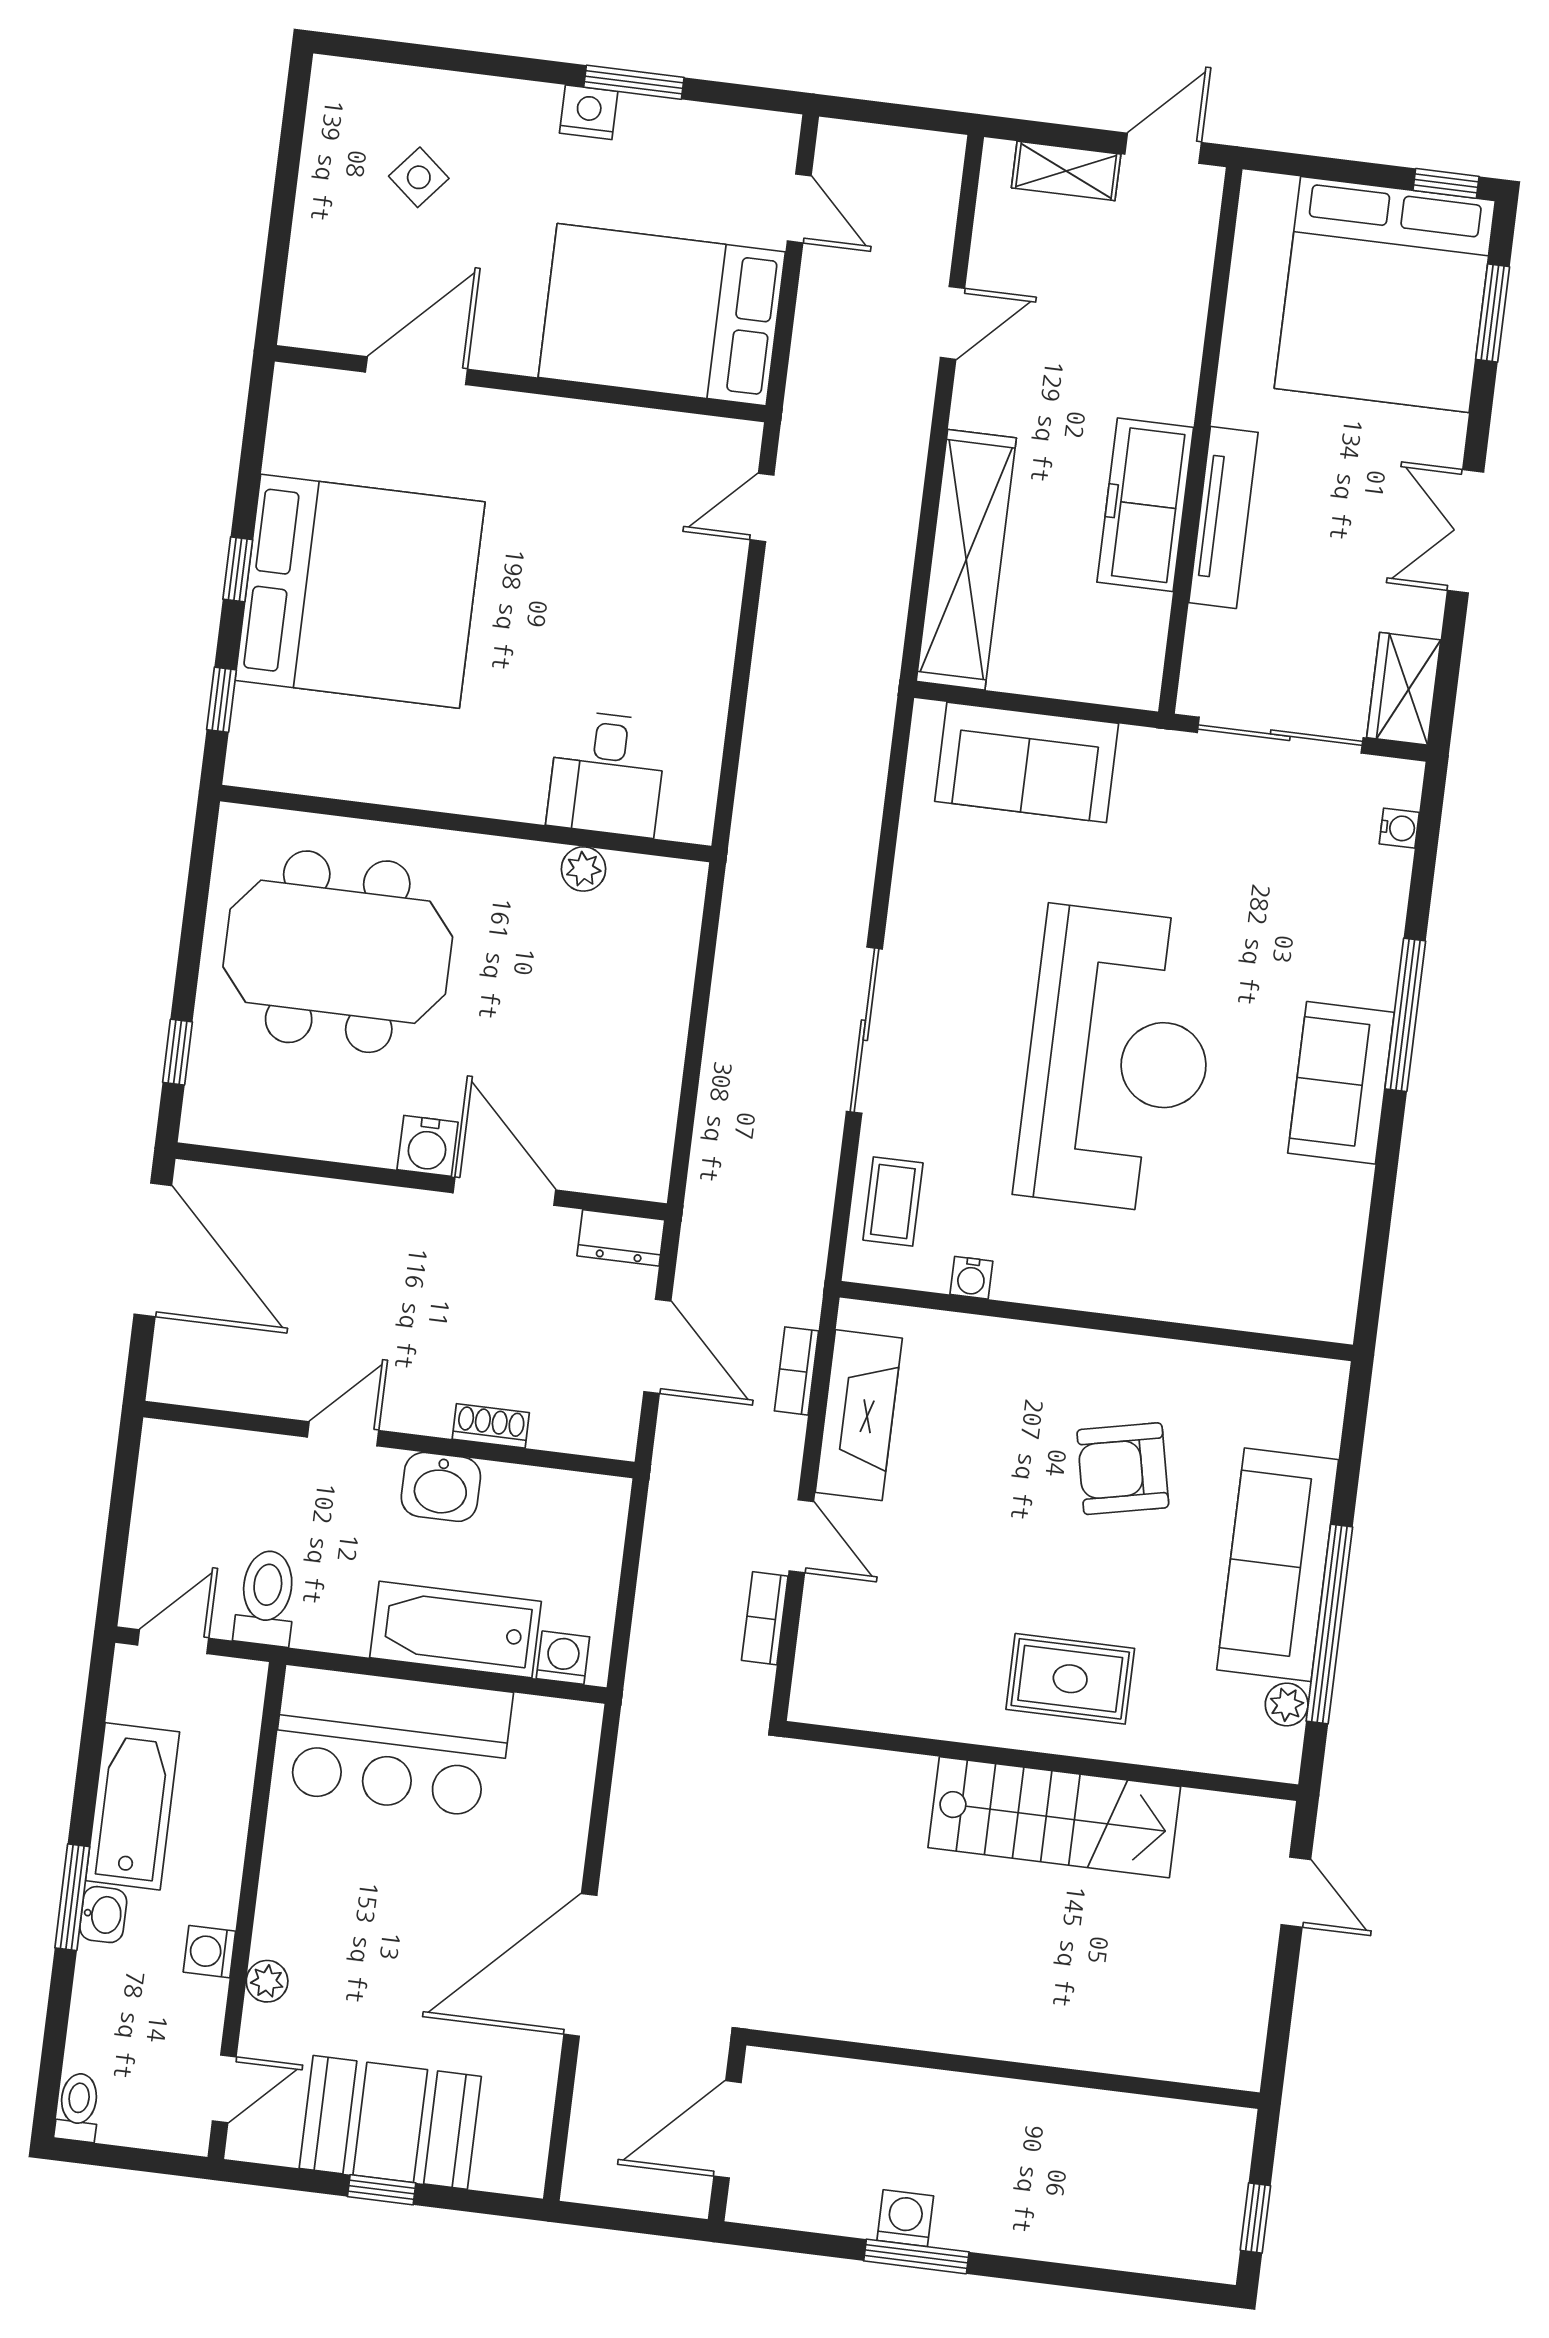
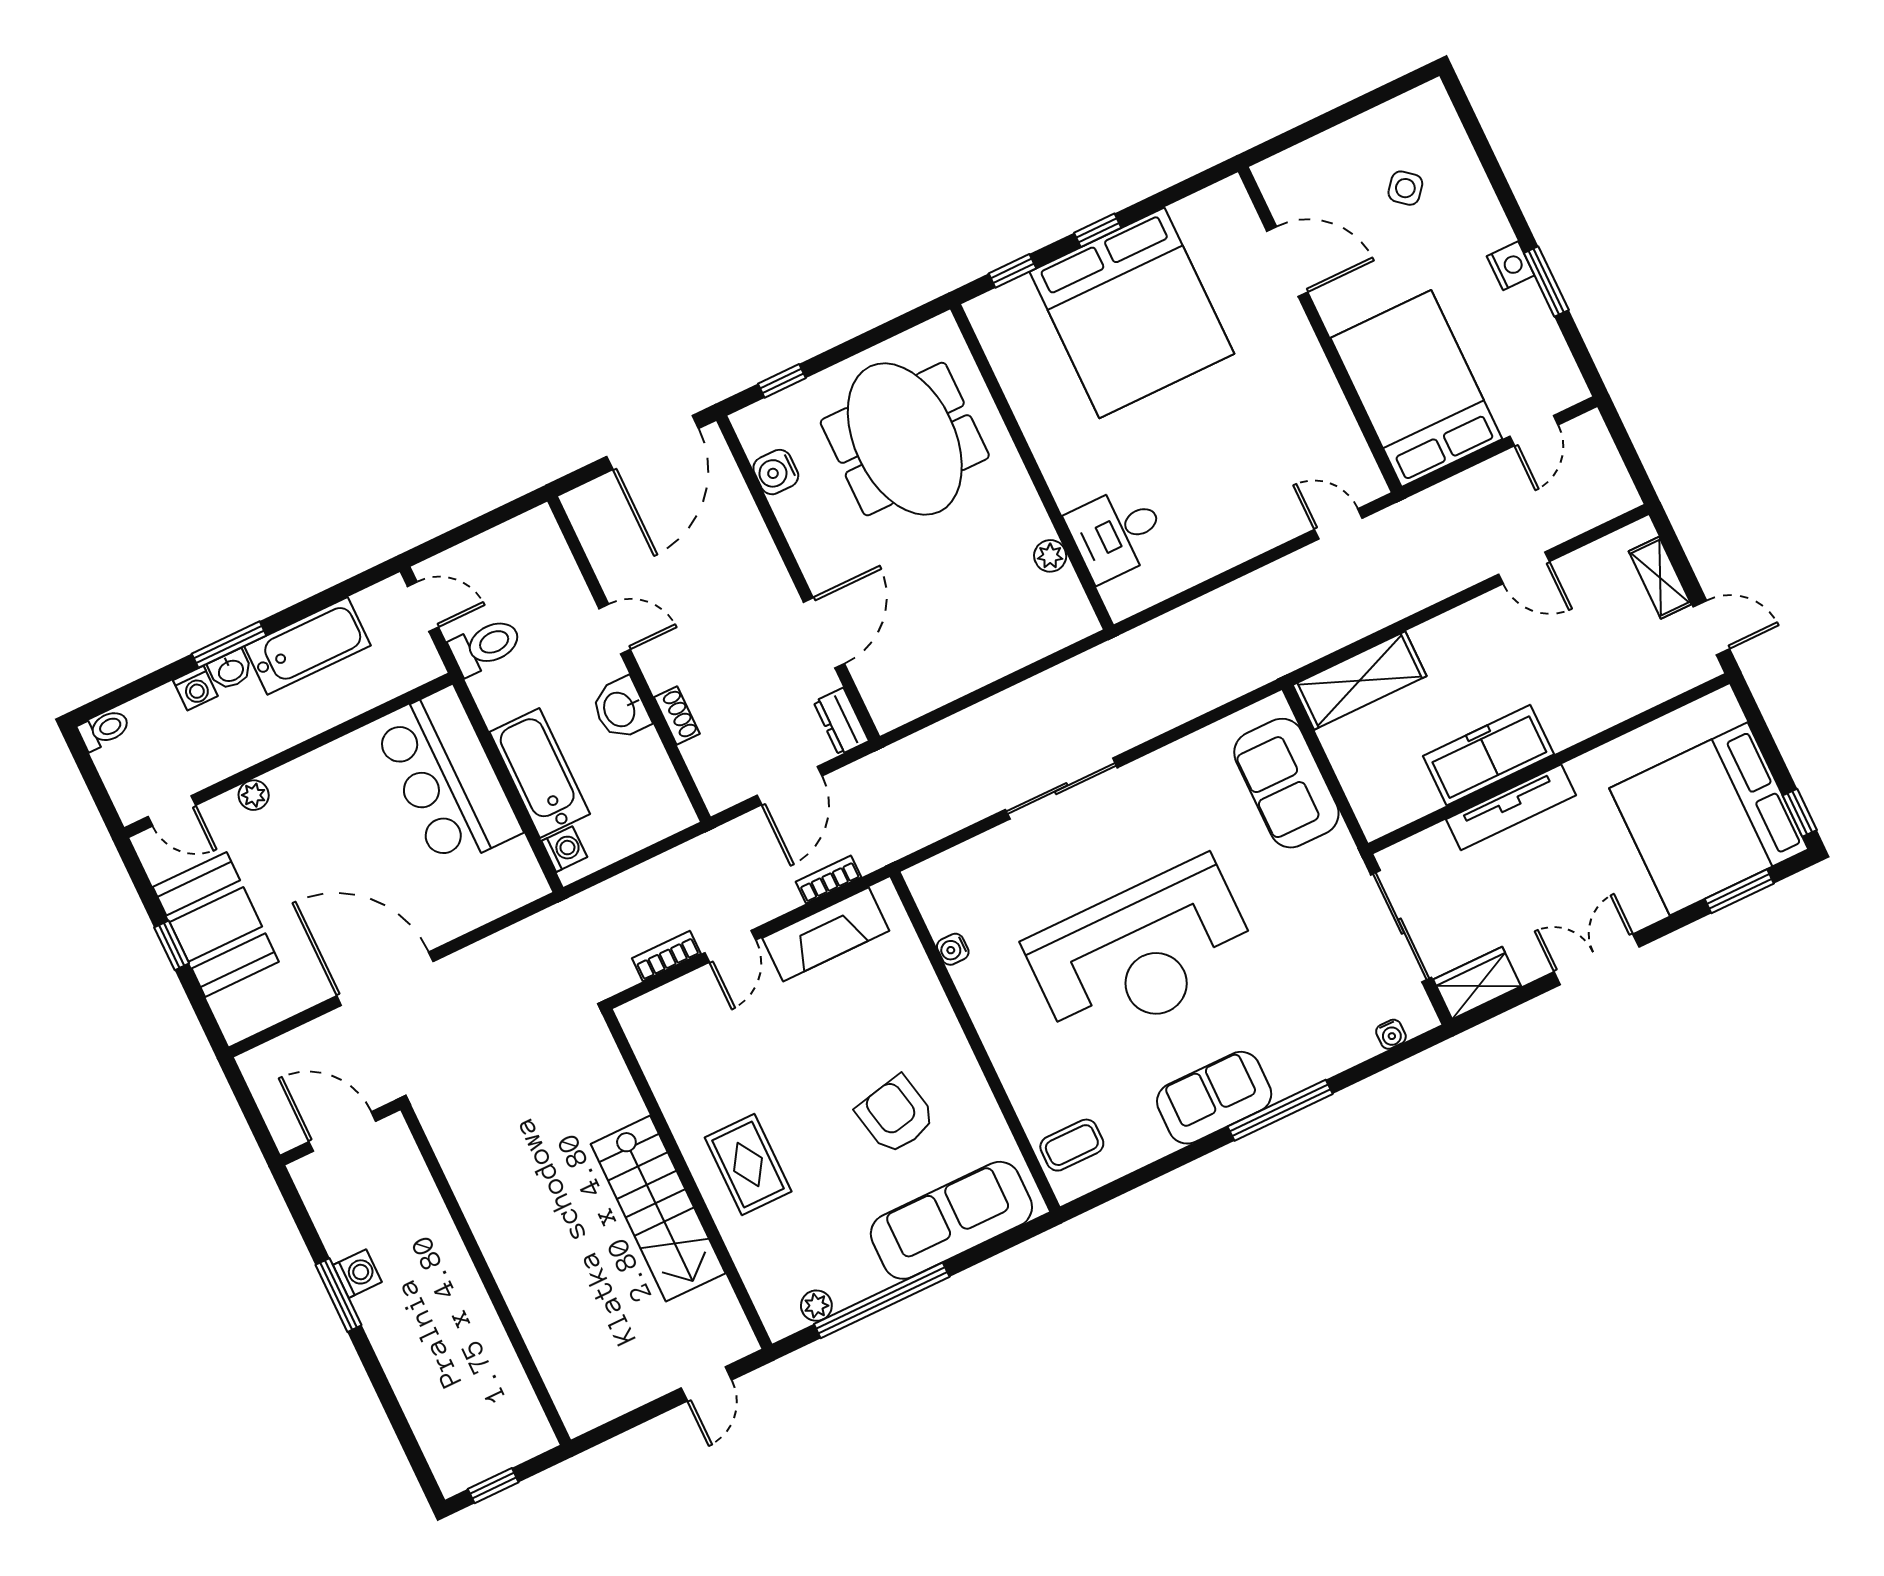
shelving: (966, 560) -> (1360, 680), width x0.68
water cooler: (428, 1146) -> (776, 472), moved
coffee table: (893, 1201) -> (1072, 1145), moved
sofa: (1278, 1565) -> (951, 1220), moved
washing machine: (209, 1952) -> (195, 688), moved, turned 180

